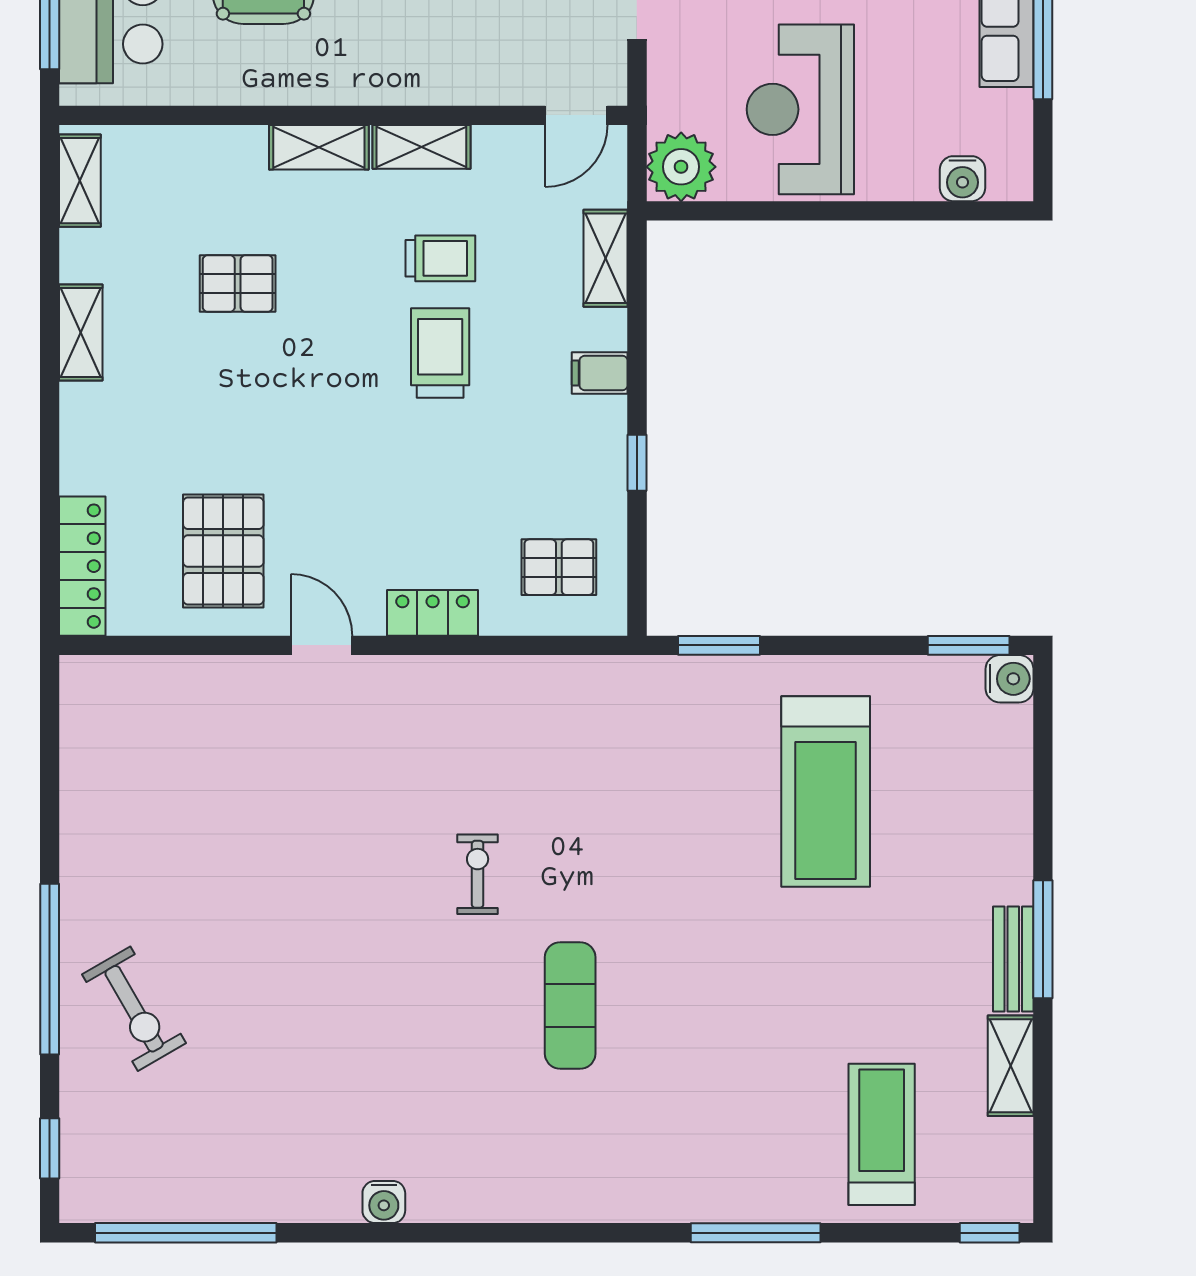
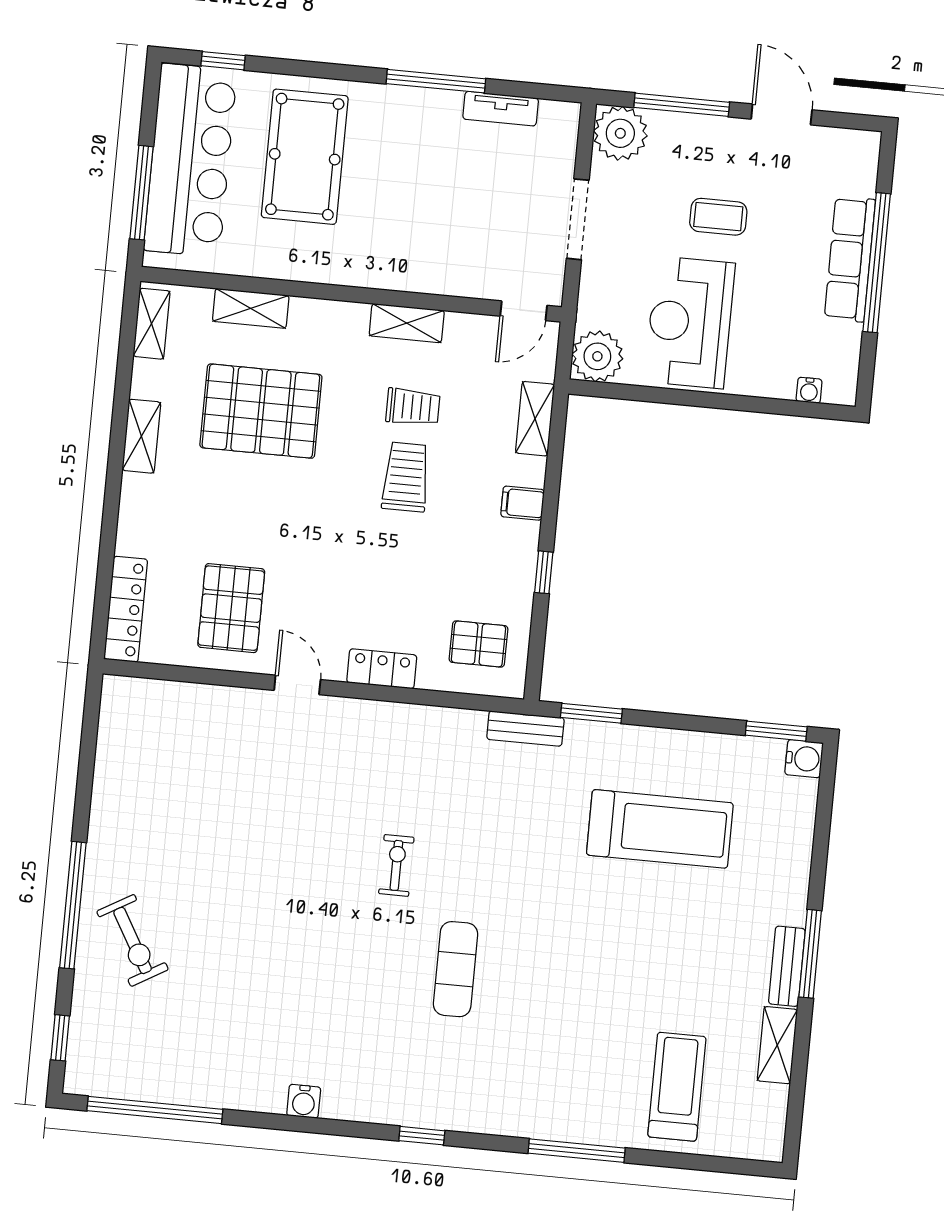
shelving: (319, 147) -> (251, 308), moved
water cooler: (962, 179) -> (809, 390), width x0.72, depth x0.72
pallet: (238, 283) -> (261, 411), width x2.05, depth x2.00
bench: (633, 674) -> (525, 729), added
treadmill: (826, 791) -> (660, 829), turned -90
window: (990, 1233) -> (422, 1136), moved

